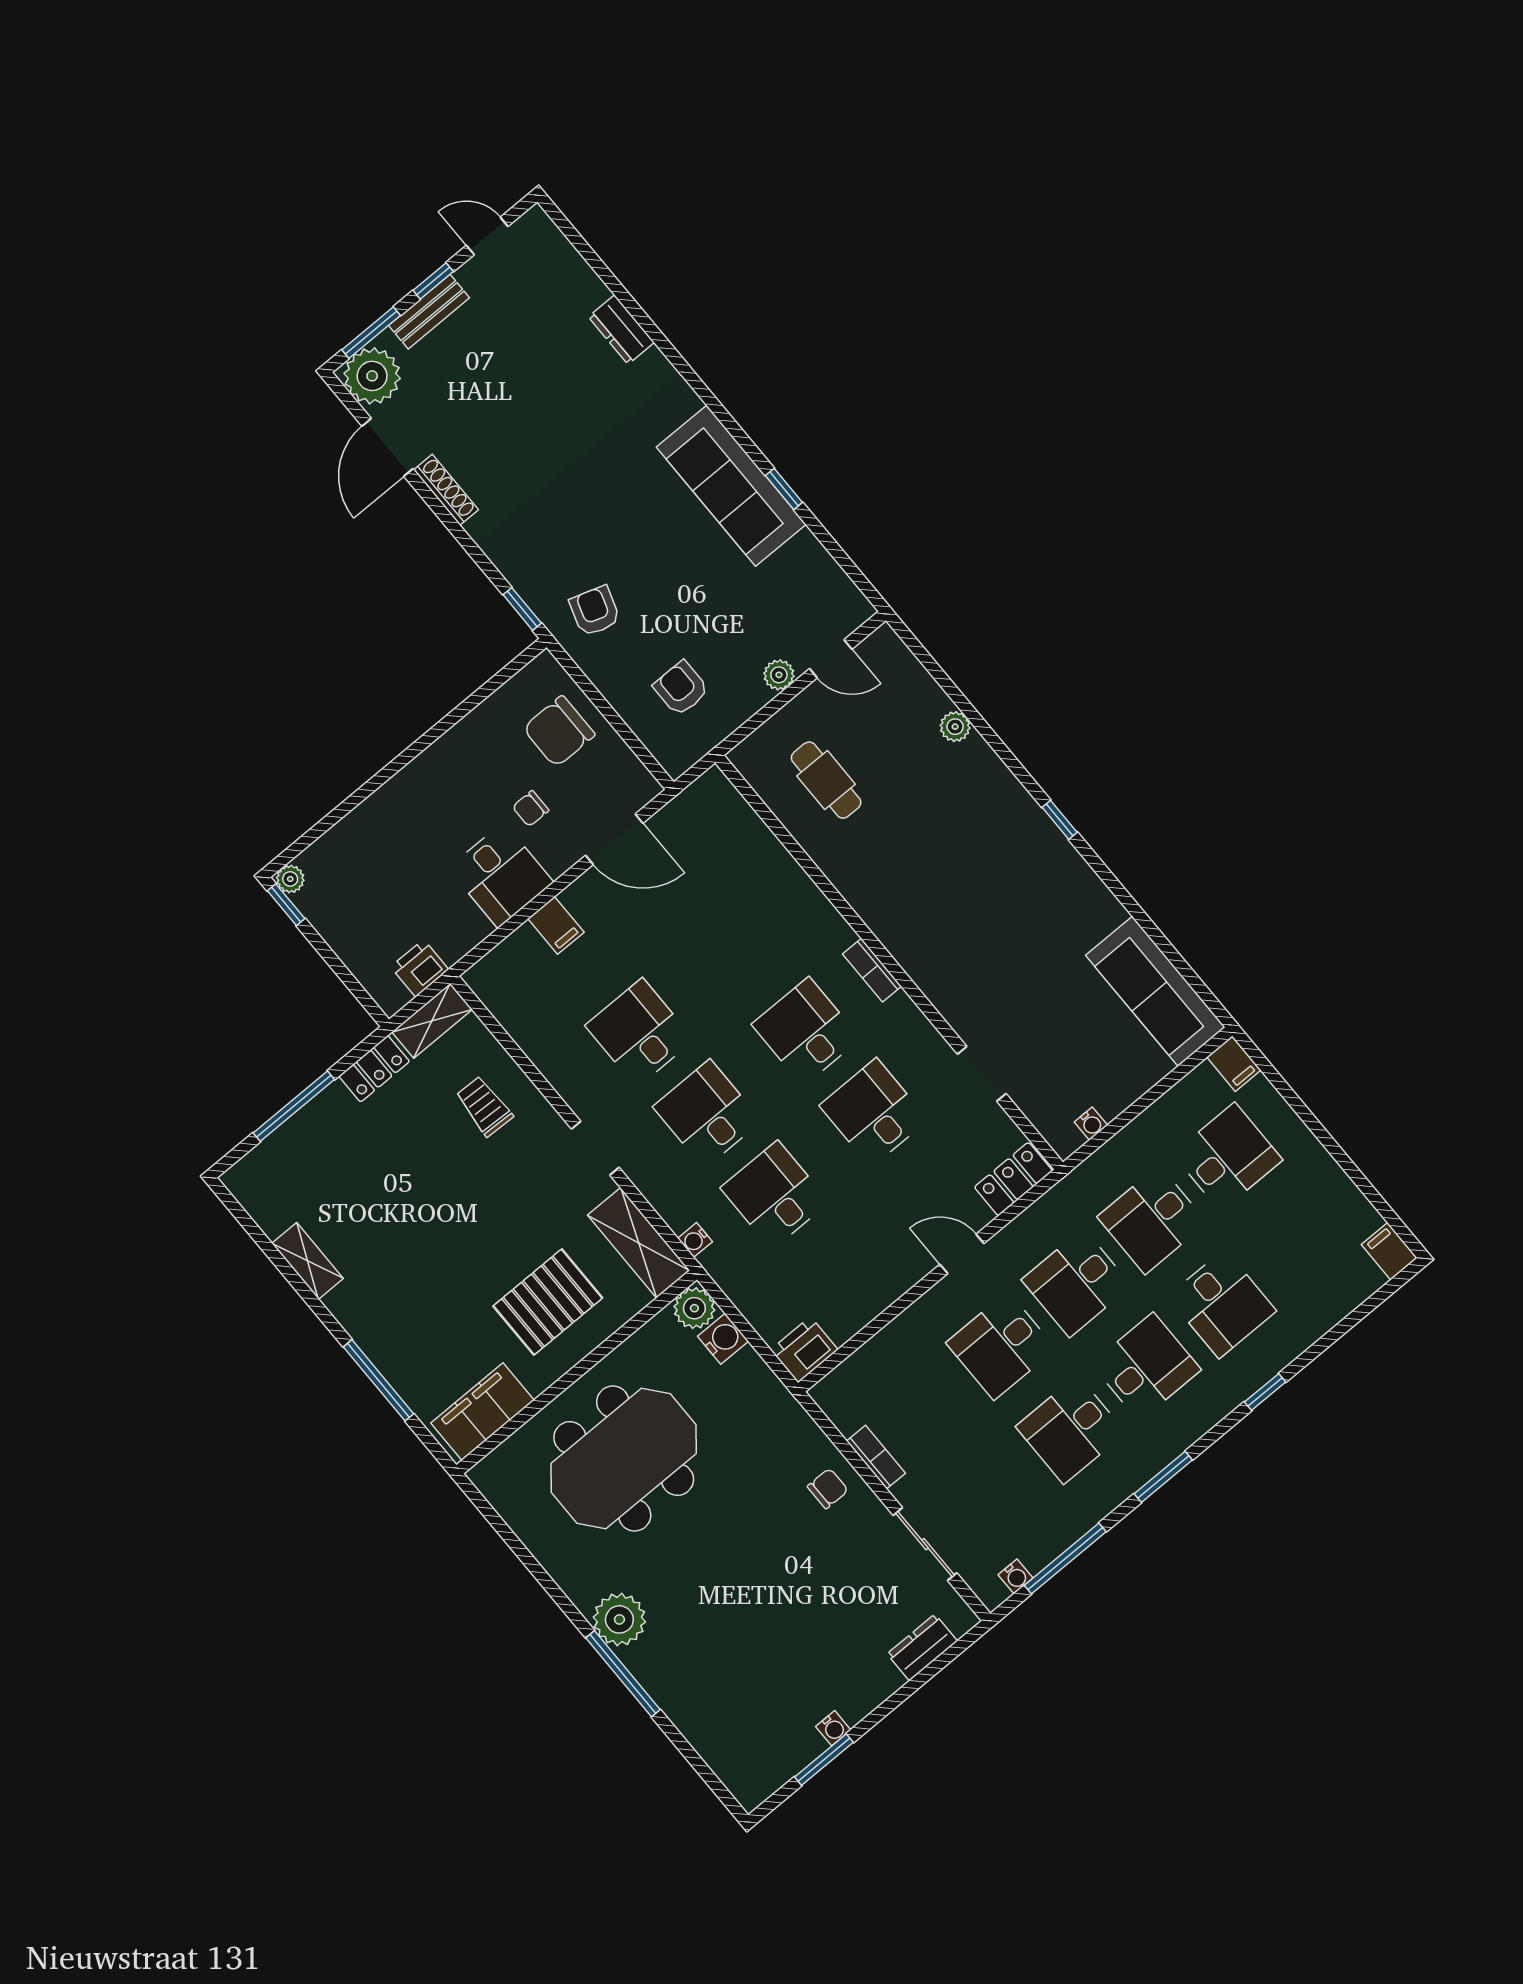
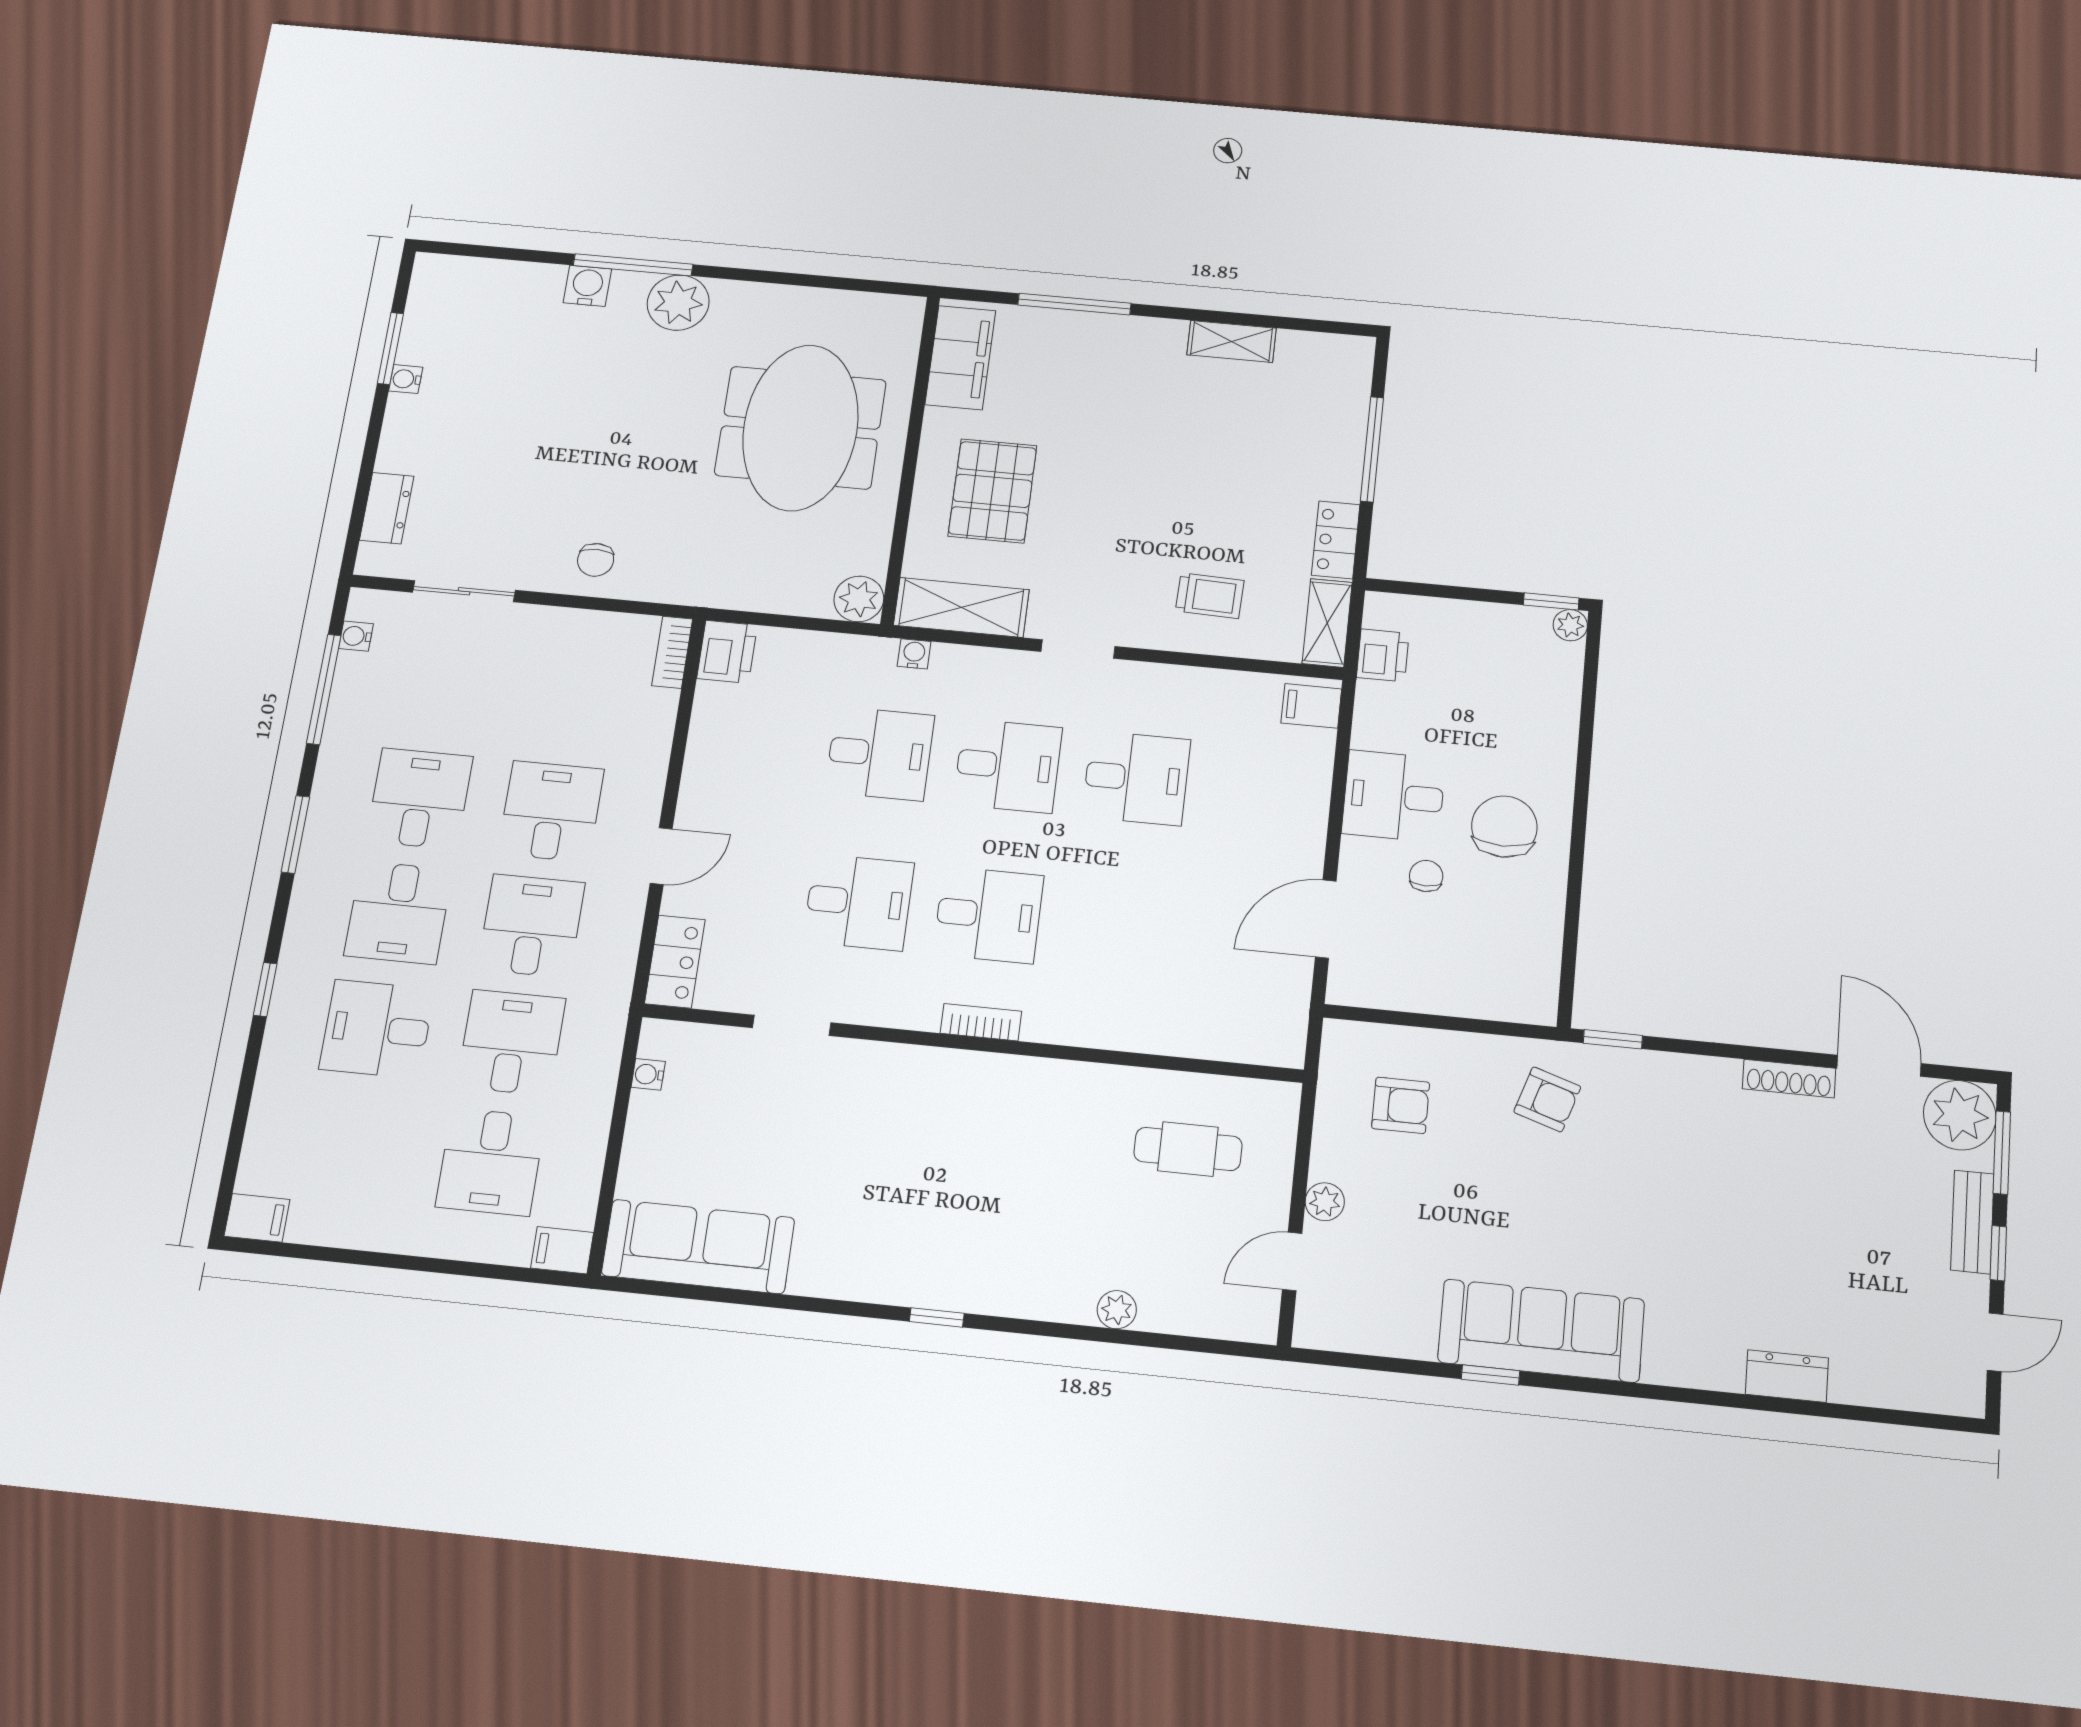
chair: (559, 731) -> (1504, 827), moved
filing cabinet: (556, 925) -> (1311, 706), moved
water cooler: (723, 1339) -> (587, 286), moved, turned 180
bookcase: (876, 1457) -> (672, 652), moved, turned 90

